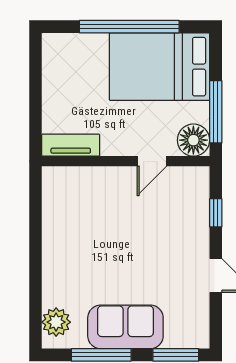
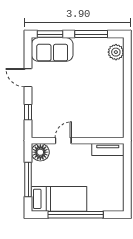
bed: (159, 67) -> (59, 199), width x0.67
window: (216, 112) -> (28, 180), moved
sofa: (125, 327) -> (52, 49), moved

